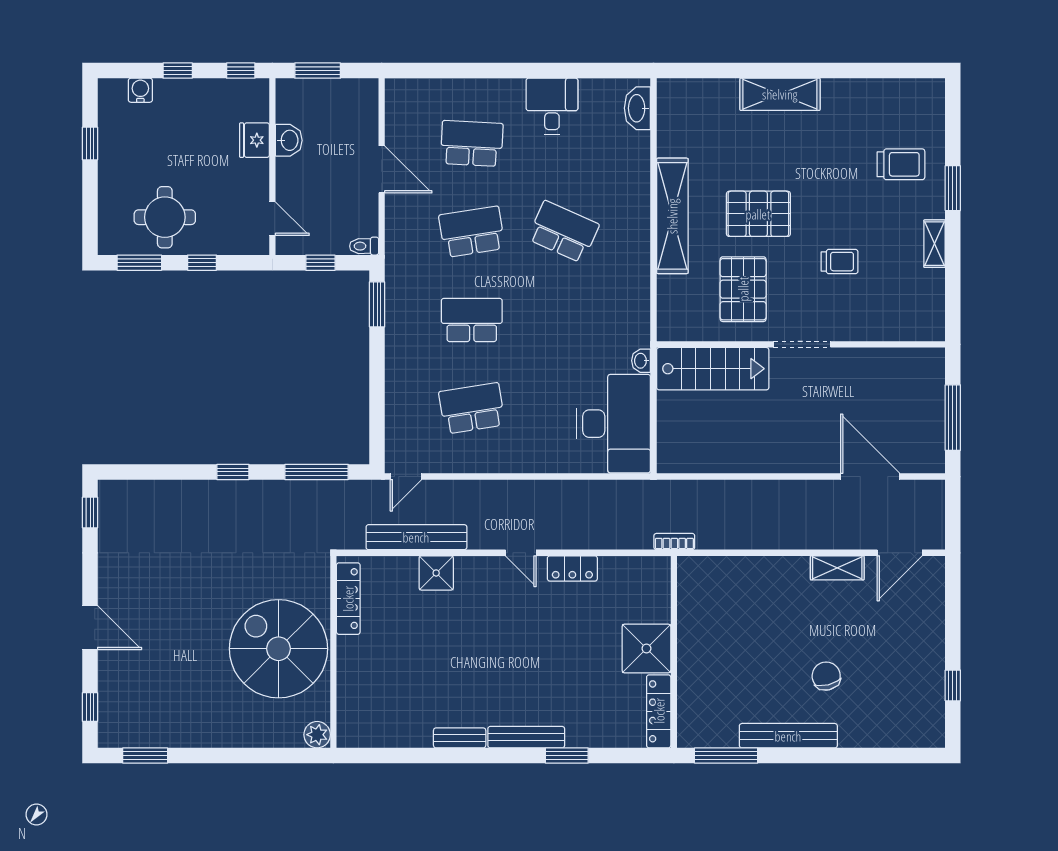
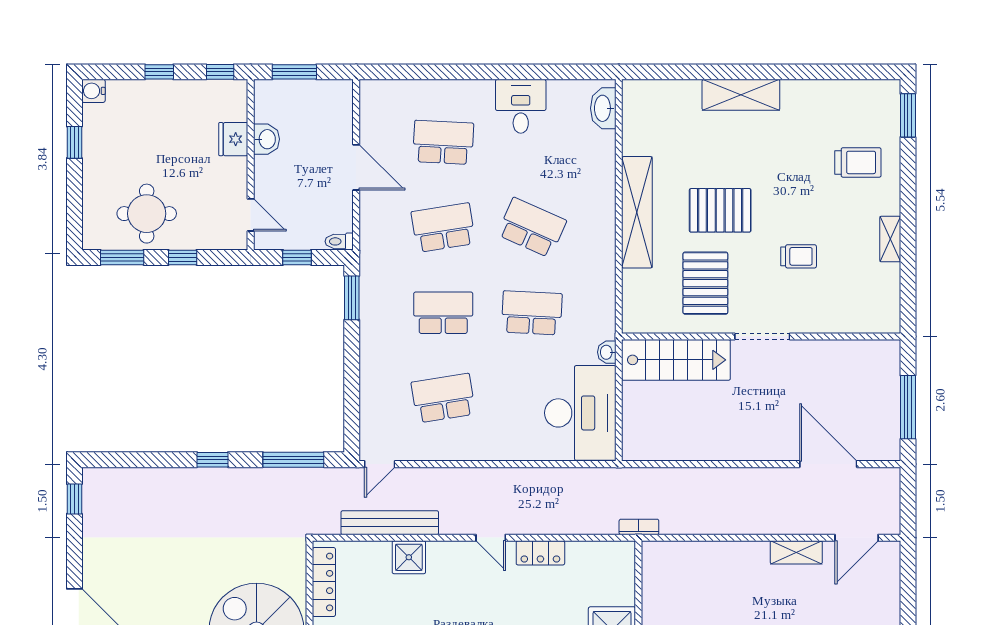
water cooler: (140, 90) -> (93, 91), moved, turned -90
window: (953, 188) -> (908, 115), moved
school desk: (563, 320) -> (532, 313), added

